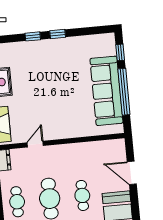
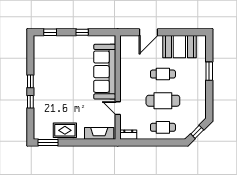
sofa: (106, 91) -> (105, 72), moved, turned 90
window: (124, 92) -> (82, 32), width x0.32

